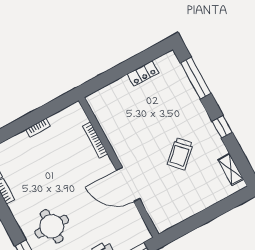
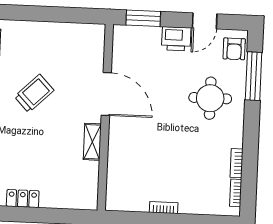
bookcase: (95, 140) -> (113, 160), removed
shelving: (117, 144) -> (92, 142), added

